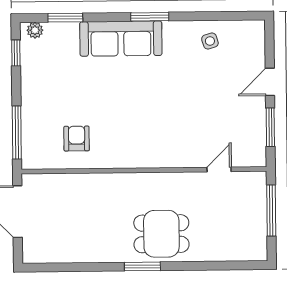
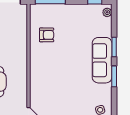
window: (65, 18) -> (114, 47), moved

